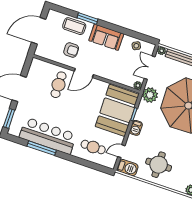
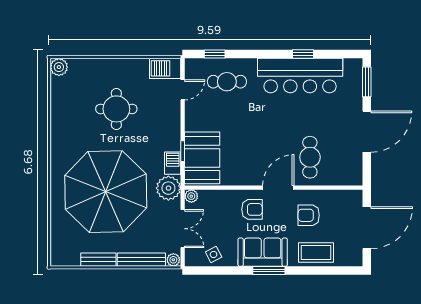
window: (88, 18) -> (269, 271), moved
armchair: (104, 65) -> (252, 209), added
booth: (117, 110) -> (202, 158), width x0.73, depth x0.70
barbecue: (136, 128) -> (173, 163), moved
window: (42, 148) -> (303, 54), width x0.46
round table: (159, 165) -> (116, 109), moved
window: (95, 166) -> (215, 54), added

